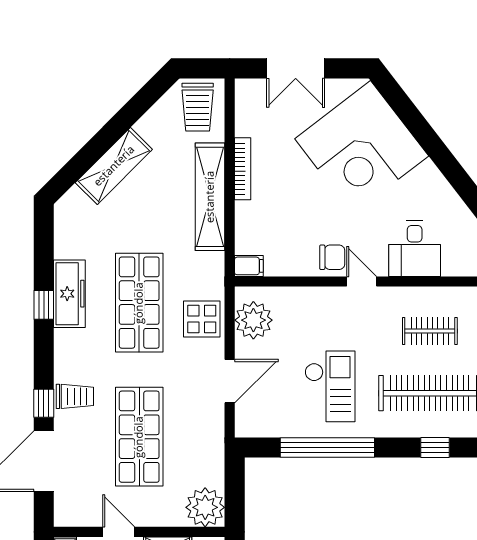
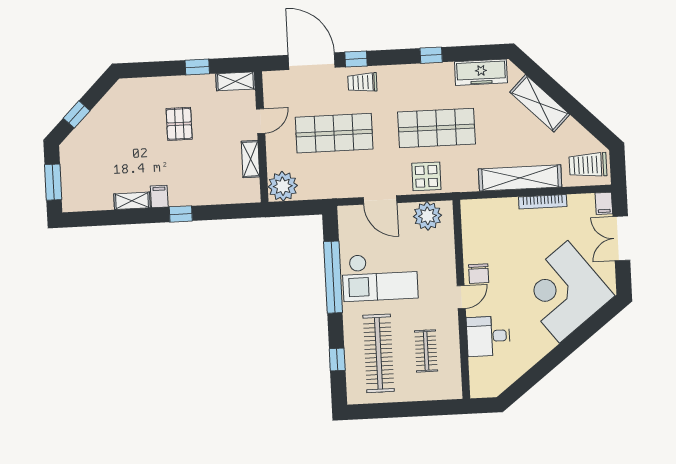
filing cabinet: (249, 266) -> (604, 203), moved
freezer: (69, 294) -> (481, 72), moved
checkout: (330, 386) -> (380, 277), width x1.36, depth x1.21
trolley: (75, 396) -> (362, 82), turned 90

